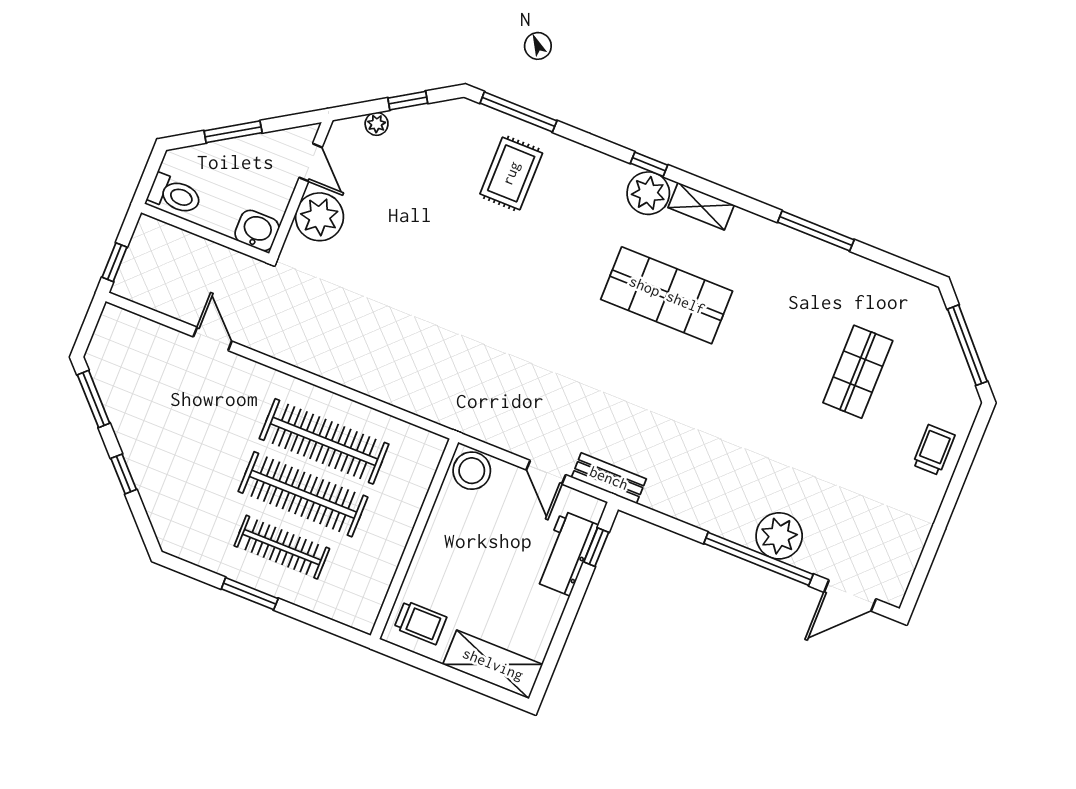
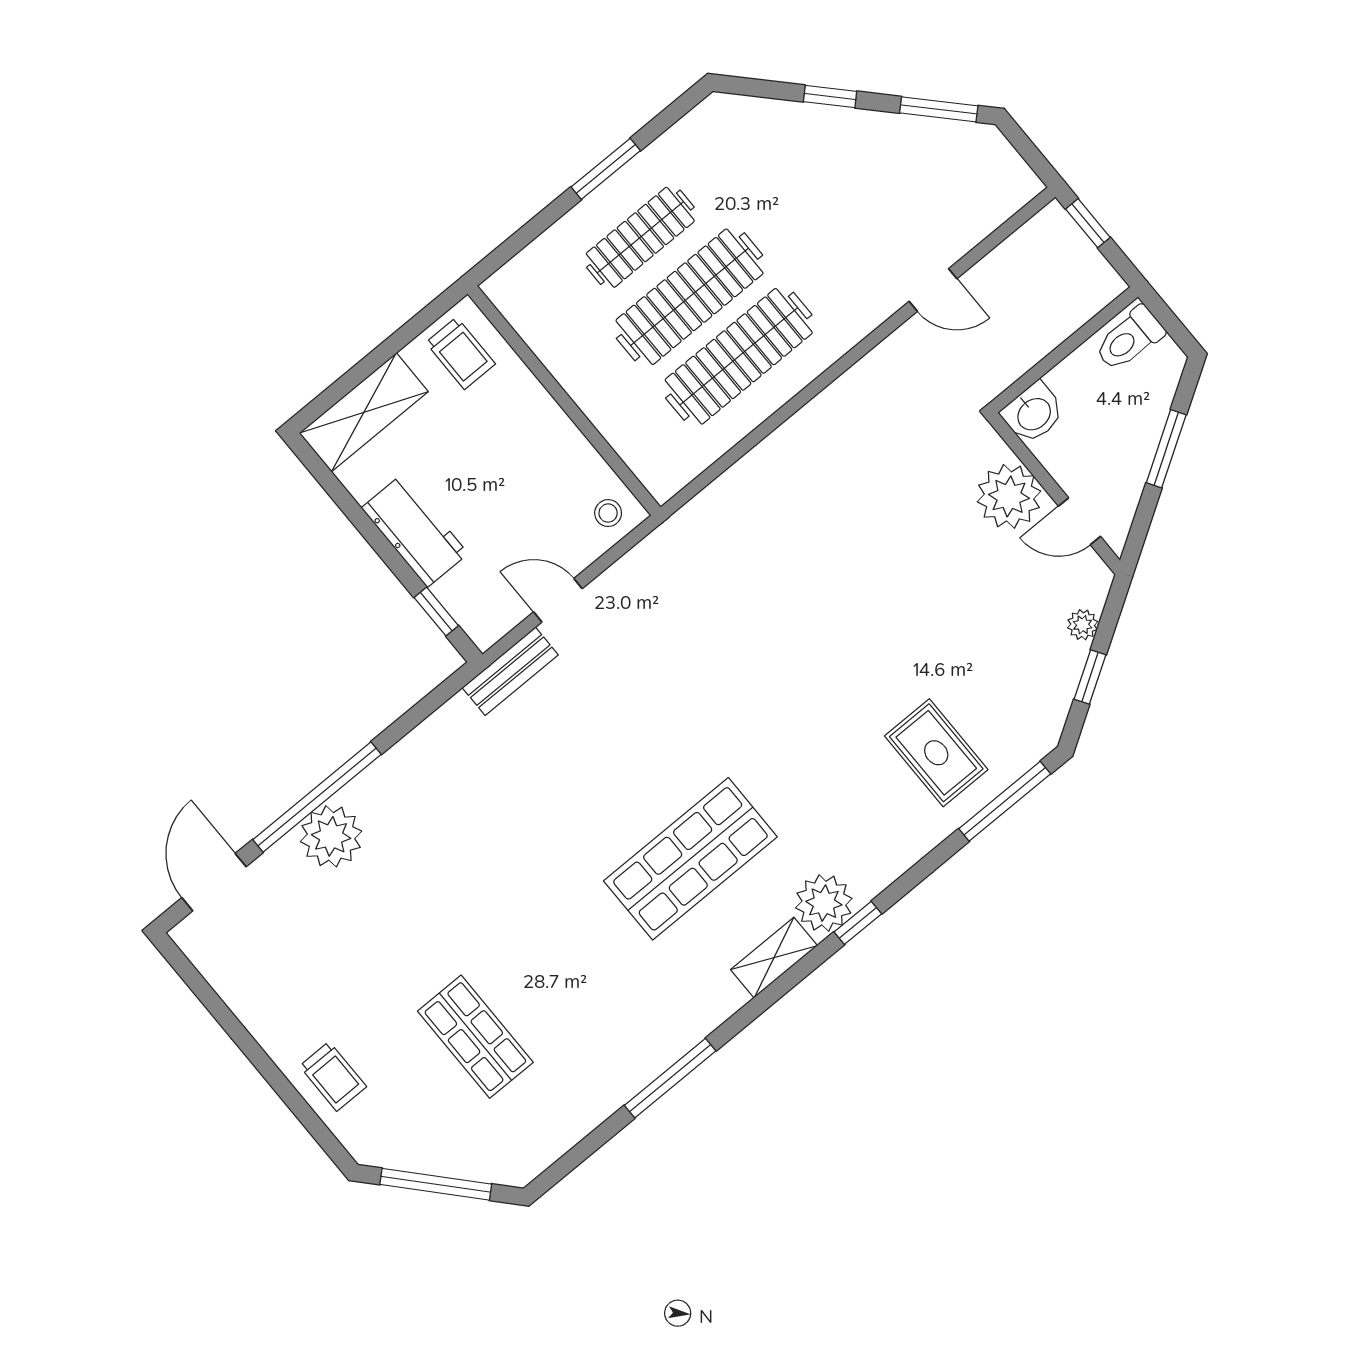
stool: (472, 471) -> (608, 513), width x0.53, depth x0.53
workbench: (566, 553) -> (415, 531), moved
trolley: (420, 623) -> (461, 353), turned -90

